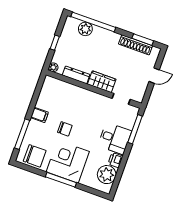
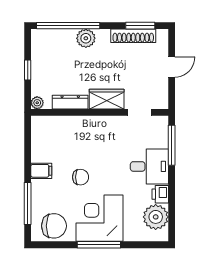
plant: (85, 29) -> (86, 38), moved

